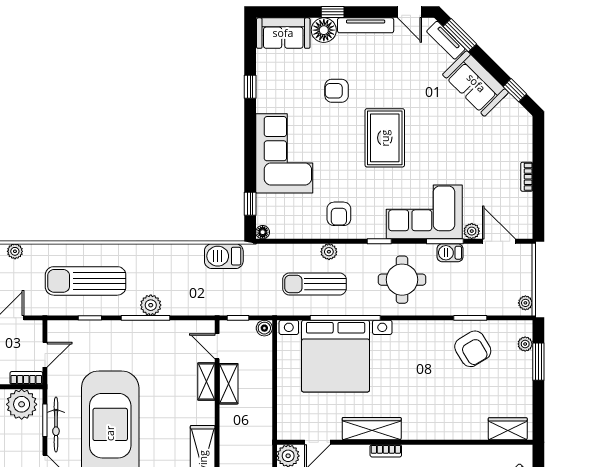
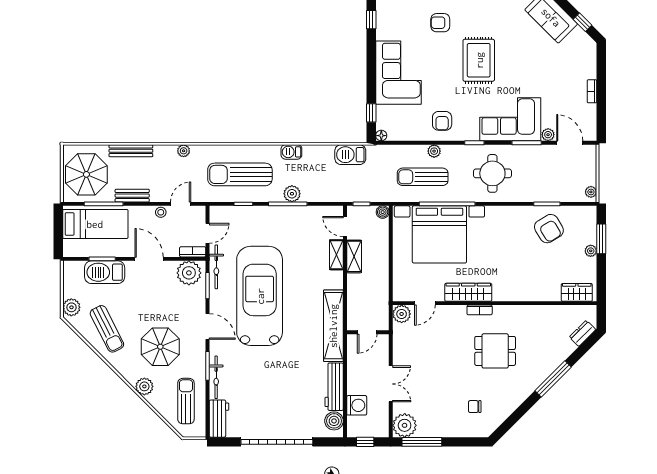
barbecue: (450, 253) -> (291, 152), moved
plant: (525, 344) -> (591, 251), moved
bicycle: (56, 424) -> (216, 267), moved

